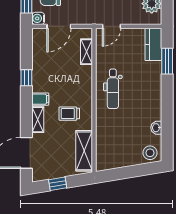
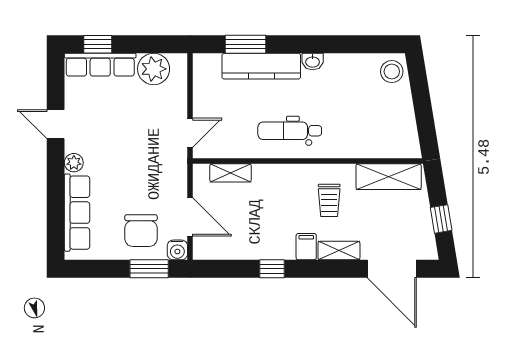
door: (112, 26) -> (190, 133), hinge flipped
kitchen counter: (153, 44) -> (261, 66), moved, width x1.50
dental chair: (113, 89) -> (290, 131), turned 180
washbasin: (156, 128) -> (313, 62), moved

